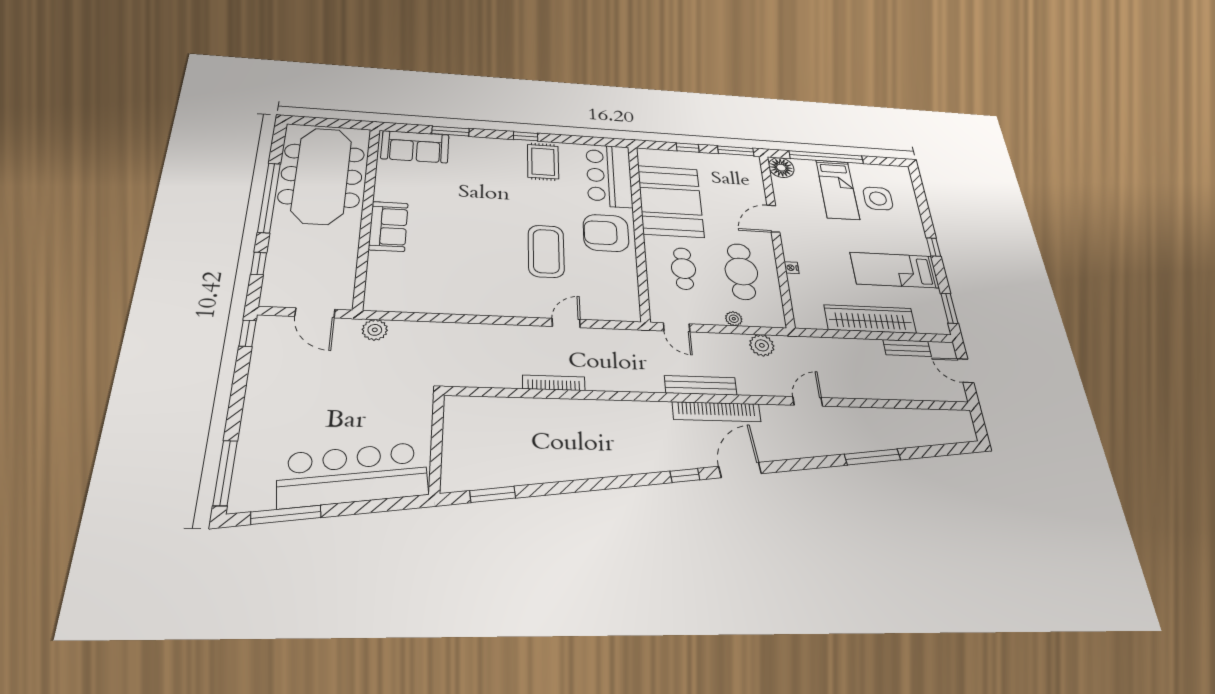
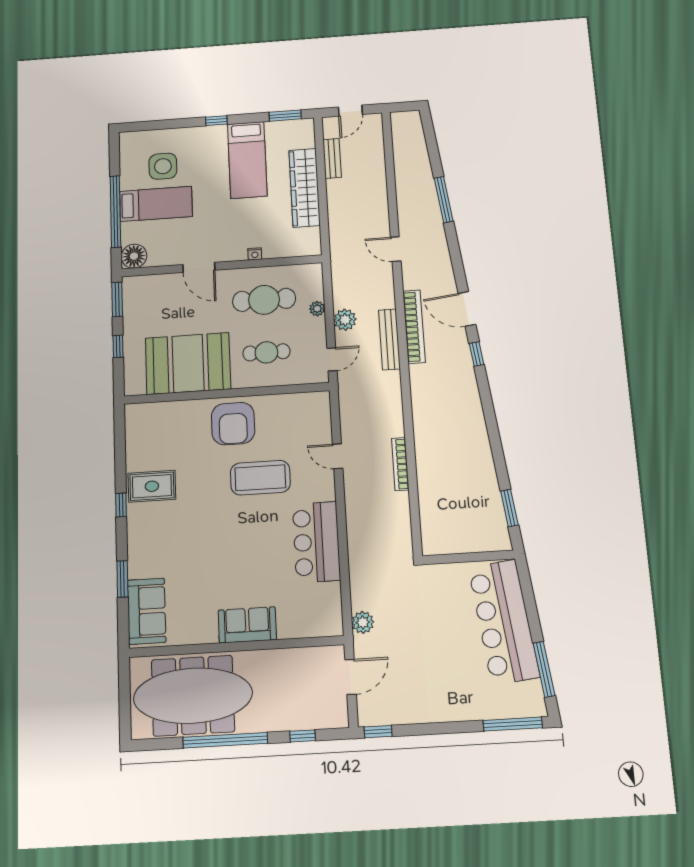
bar counter: (609, 176) -> (316, 542), moved, turned 90
plant: (762, 345) -> (345, 320), moved

